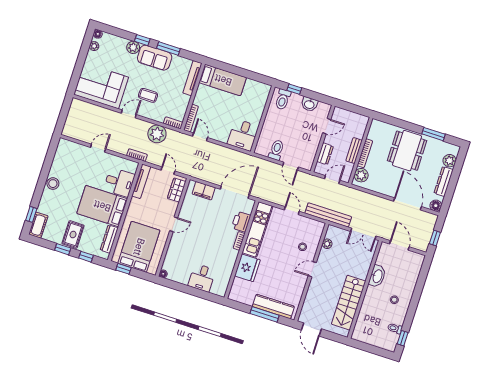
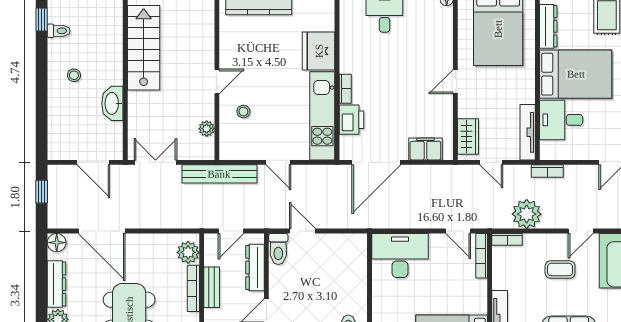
desk: (243, 135) -> (400, 255), width x1.37
toilet: (276, 150) -> (278, 249), moved
dresser: (325, 154) -> (255, 268), width x1.44

